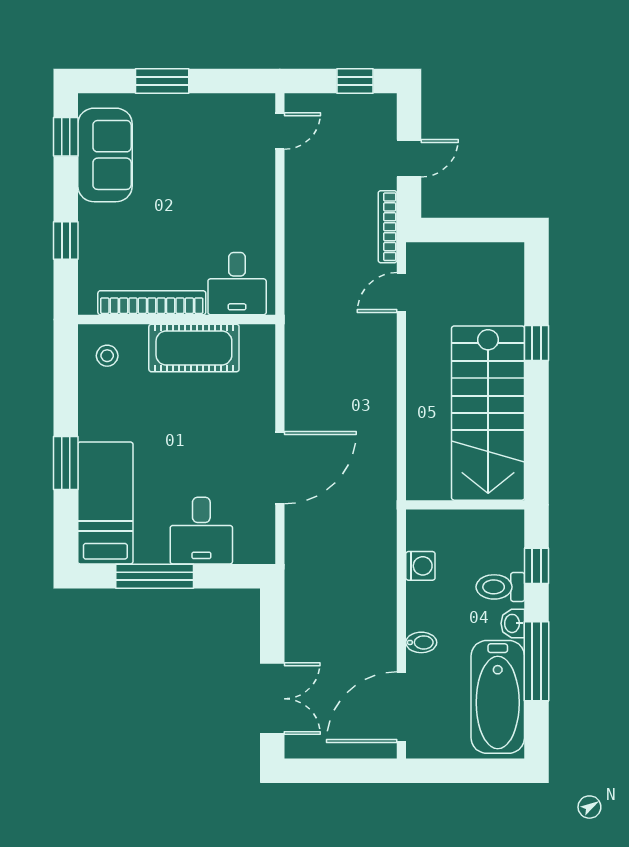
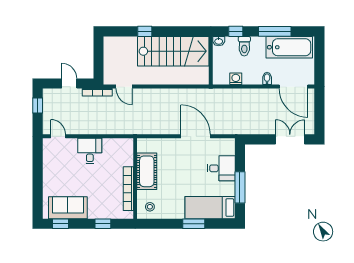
window: (162, 81) -> (38, 184), removed
desk: (237, 284) -> (90, 151), moved, turned -90
washbasin: (513, 623) -> (219, 41), moved

